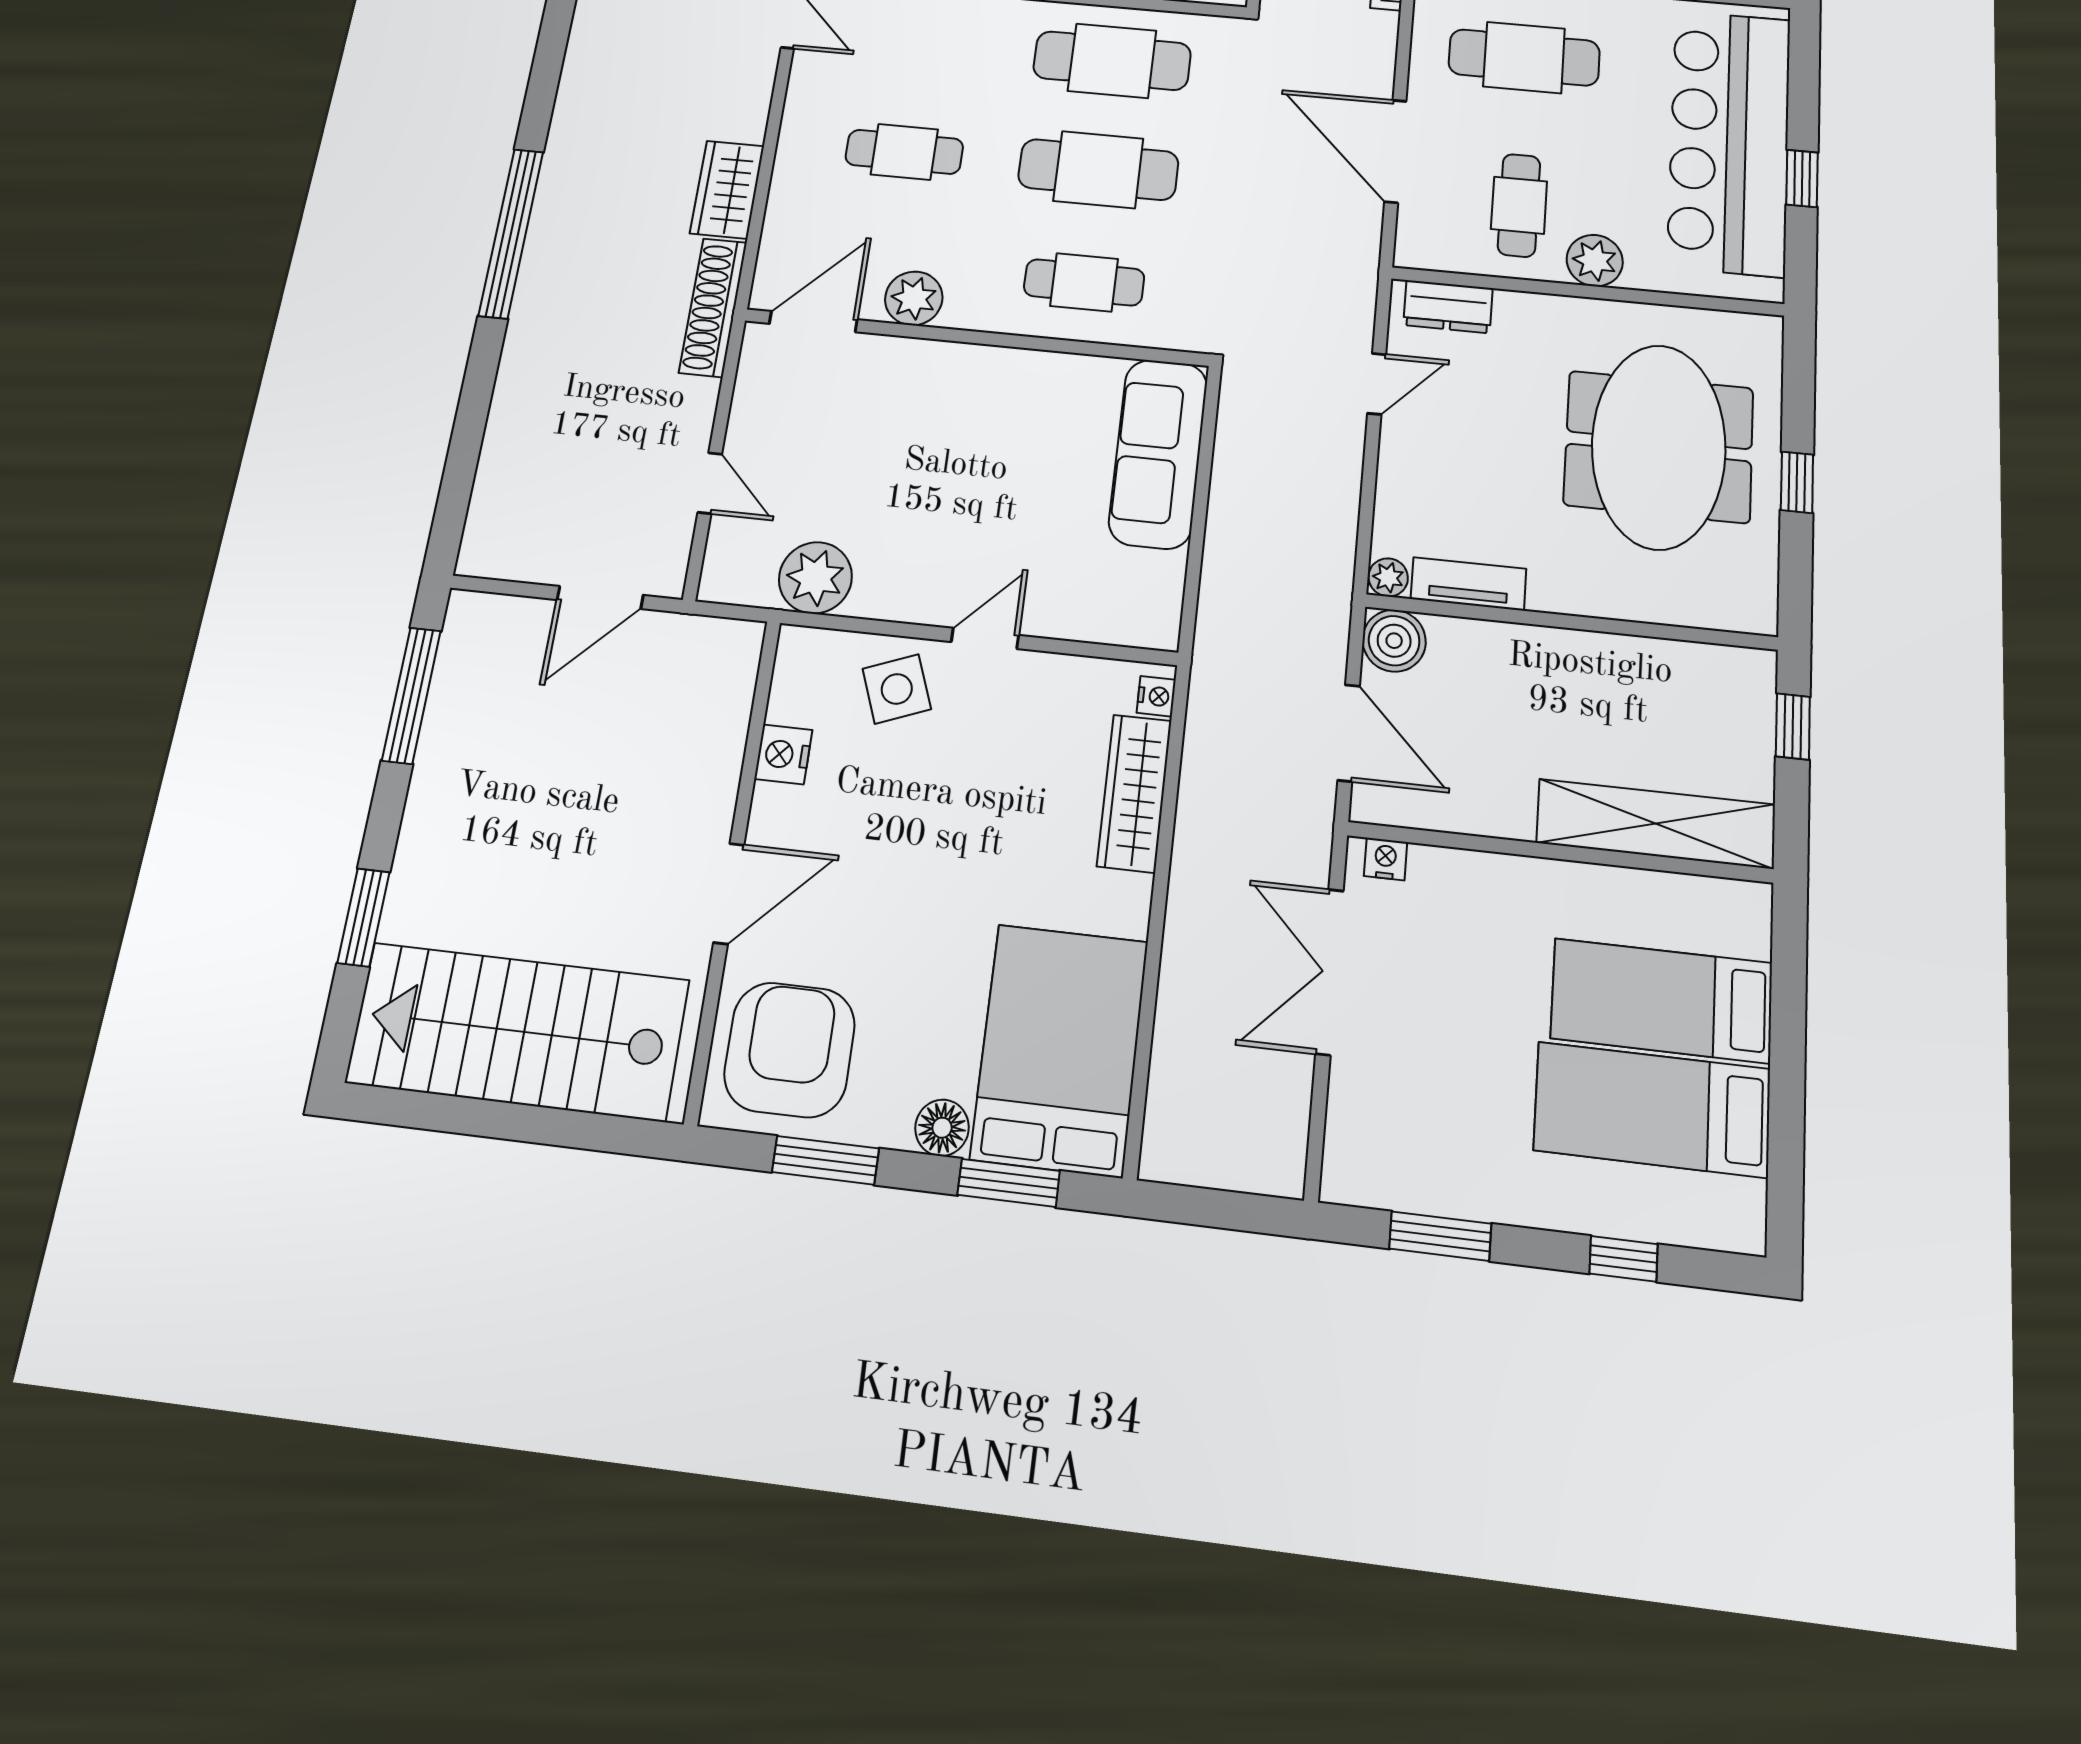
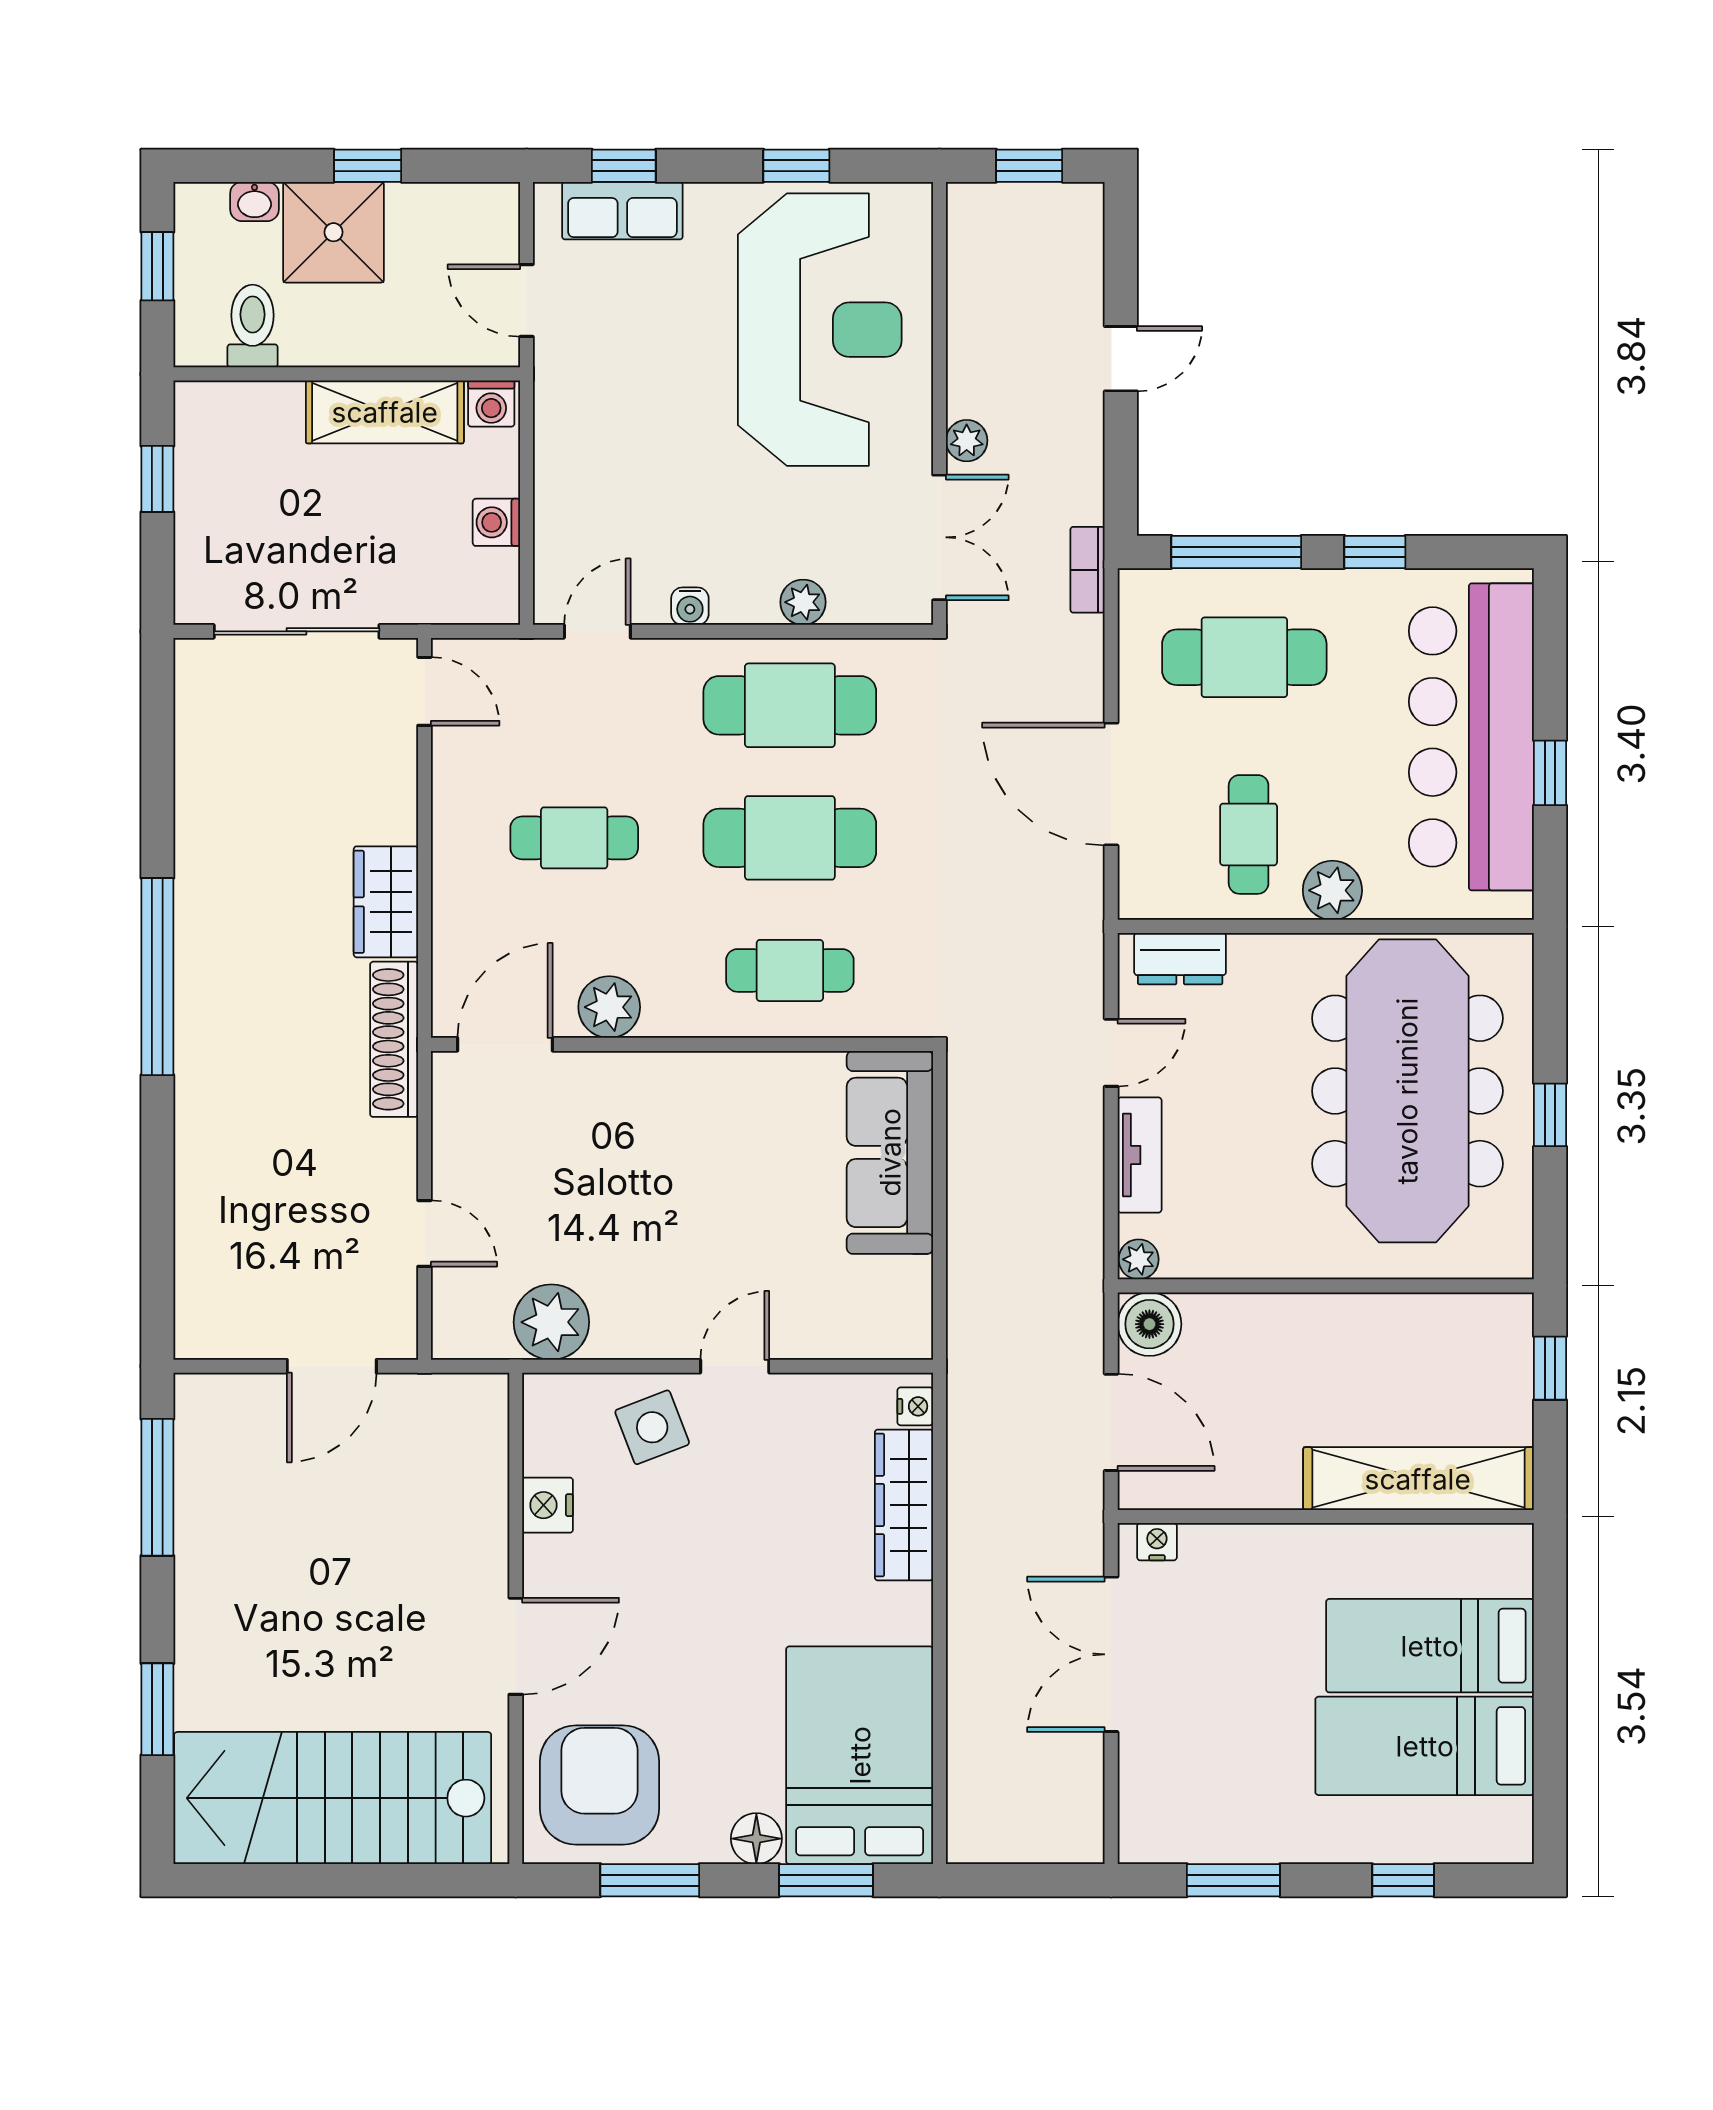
meeting table: (1659, 446) -> (1407, 1091), width x1.36
tv unit: (1468, 584) -> (1140, 1155), moved, turned 90

